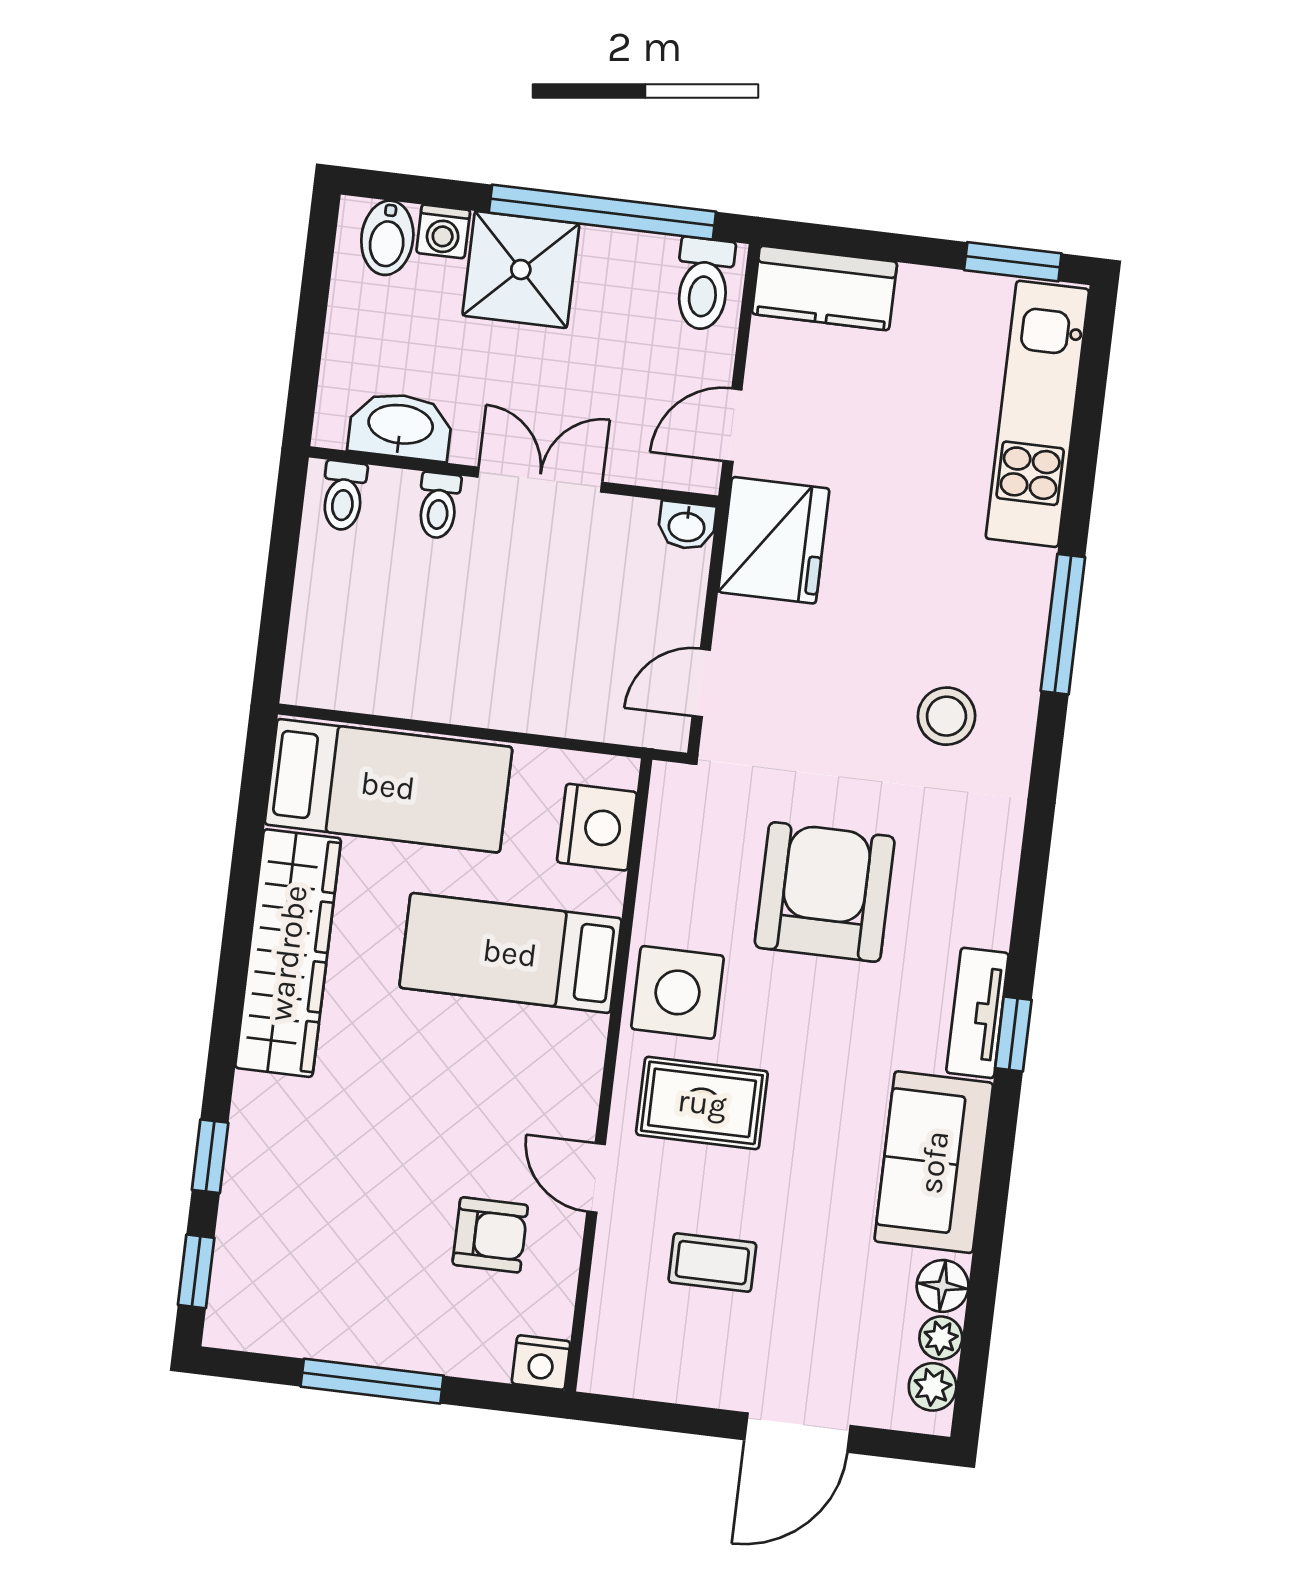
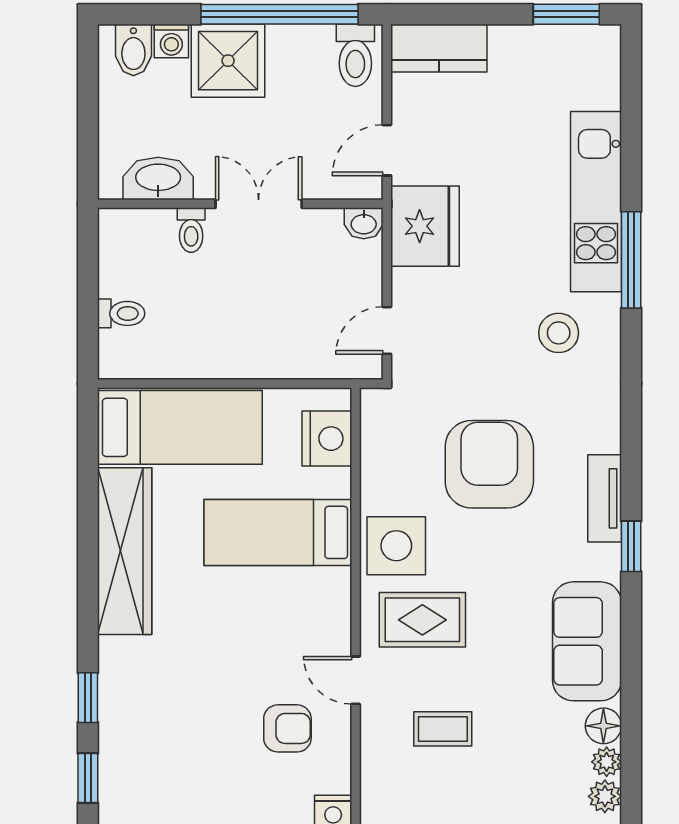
kitchen unit: (1037, 414) -> (596, 202), moved
toilet: (343, 496) -> (121, 313), moved, turned -90
tv unit: (977, 1013) -> (605, 498), moved

